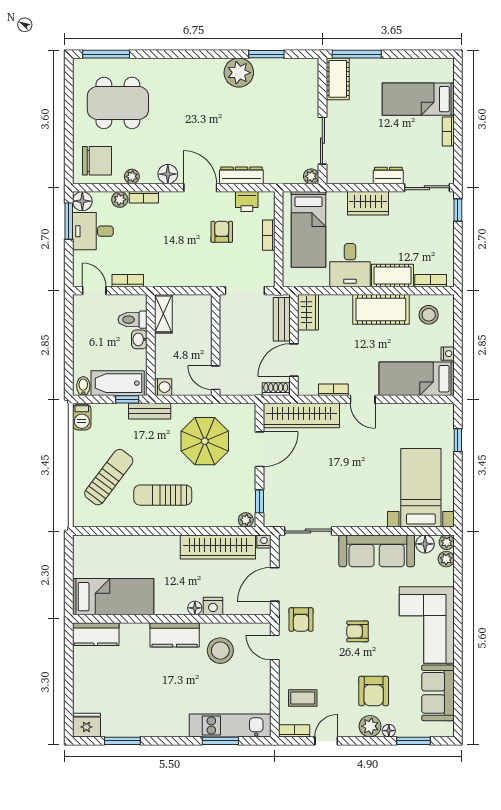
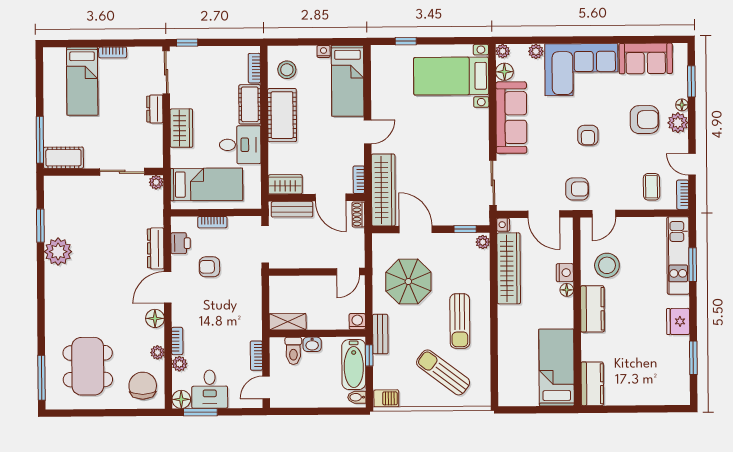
bookcase: (333, 390) -> (359, 180), moved
plant: (446, 559) -> (536, 51), moved
fridge: (86, 725) -> (678, 321), moved

